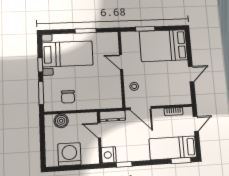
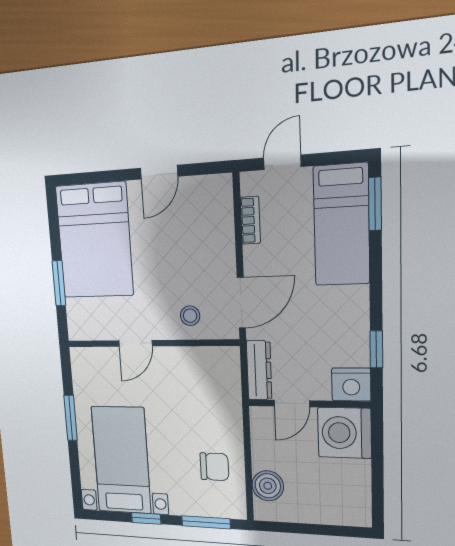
door: (191, 74) -> (159, 172), swing flipped
door: (196, 124) -> (282, 162), hinge flipped
washing machine: (69, 154) -> (344, 433), moved

